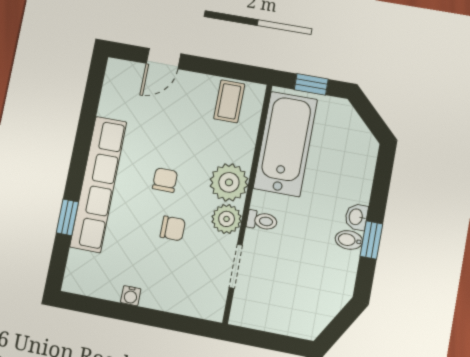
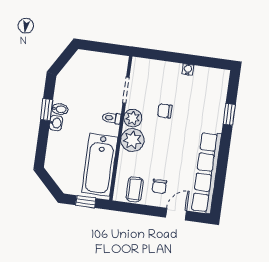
chair: (165, 180) -> (159, 186), moved
row of seats: (98, 184) -> (206, 172), moved

